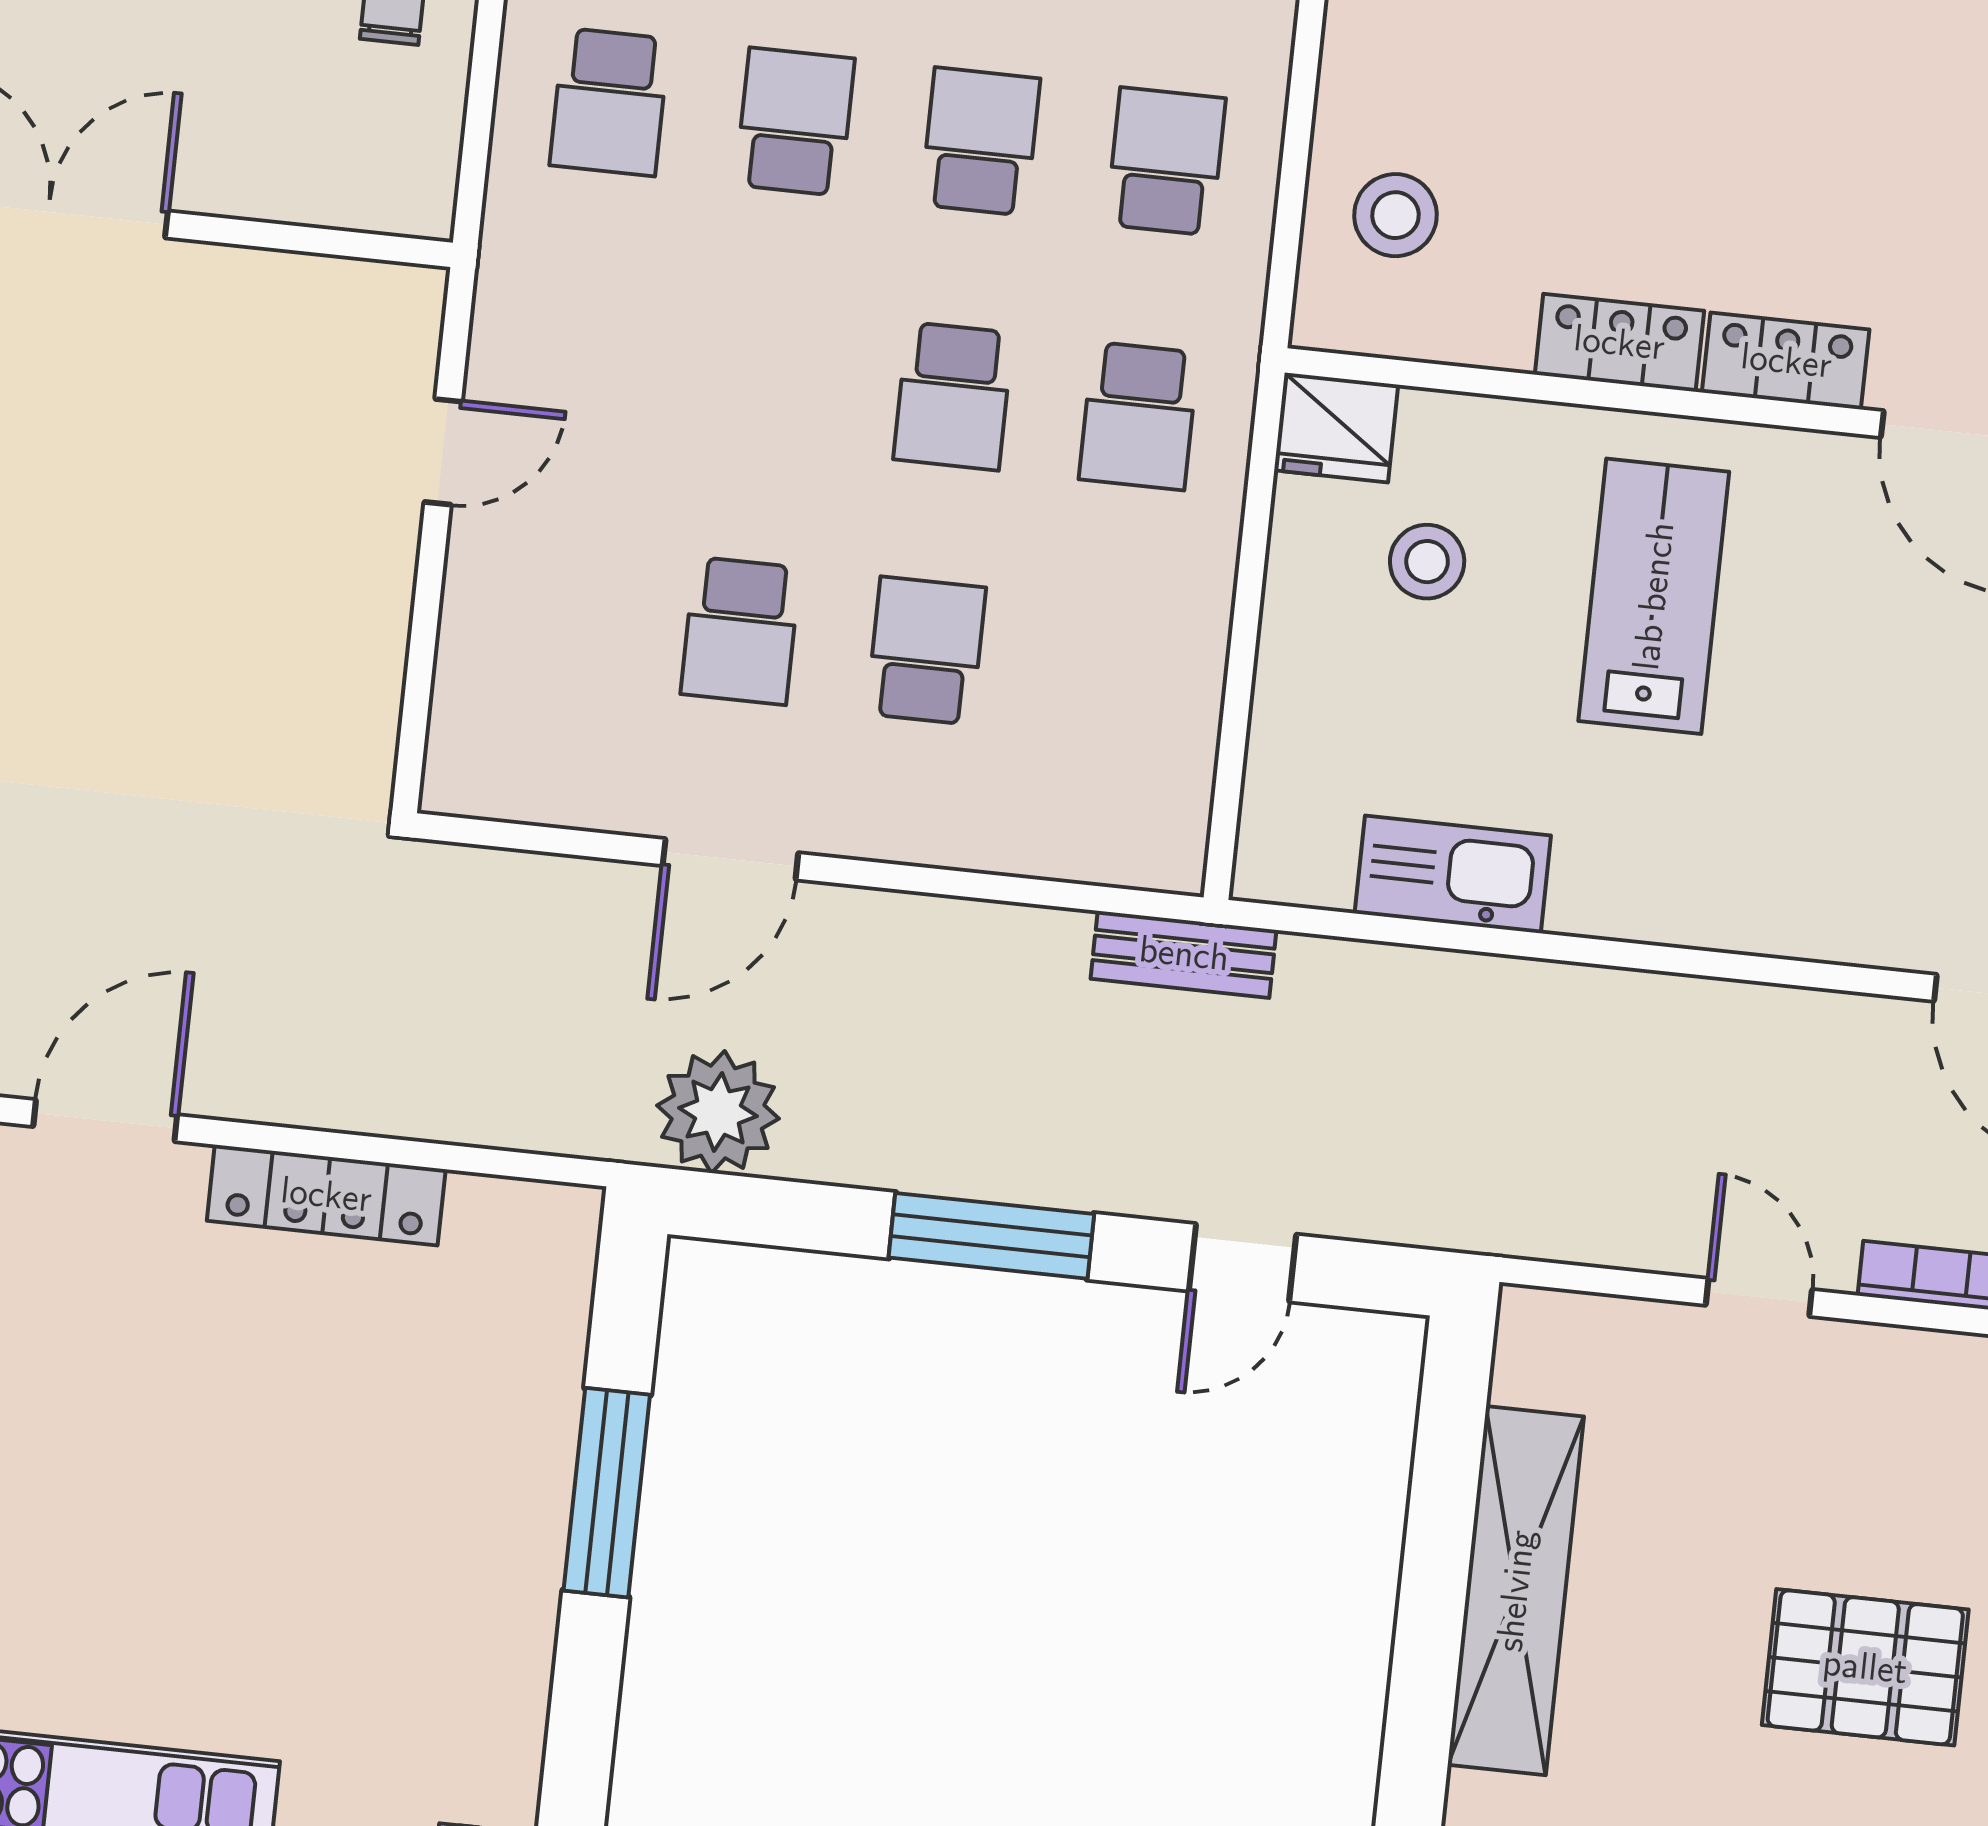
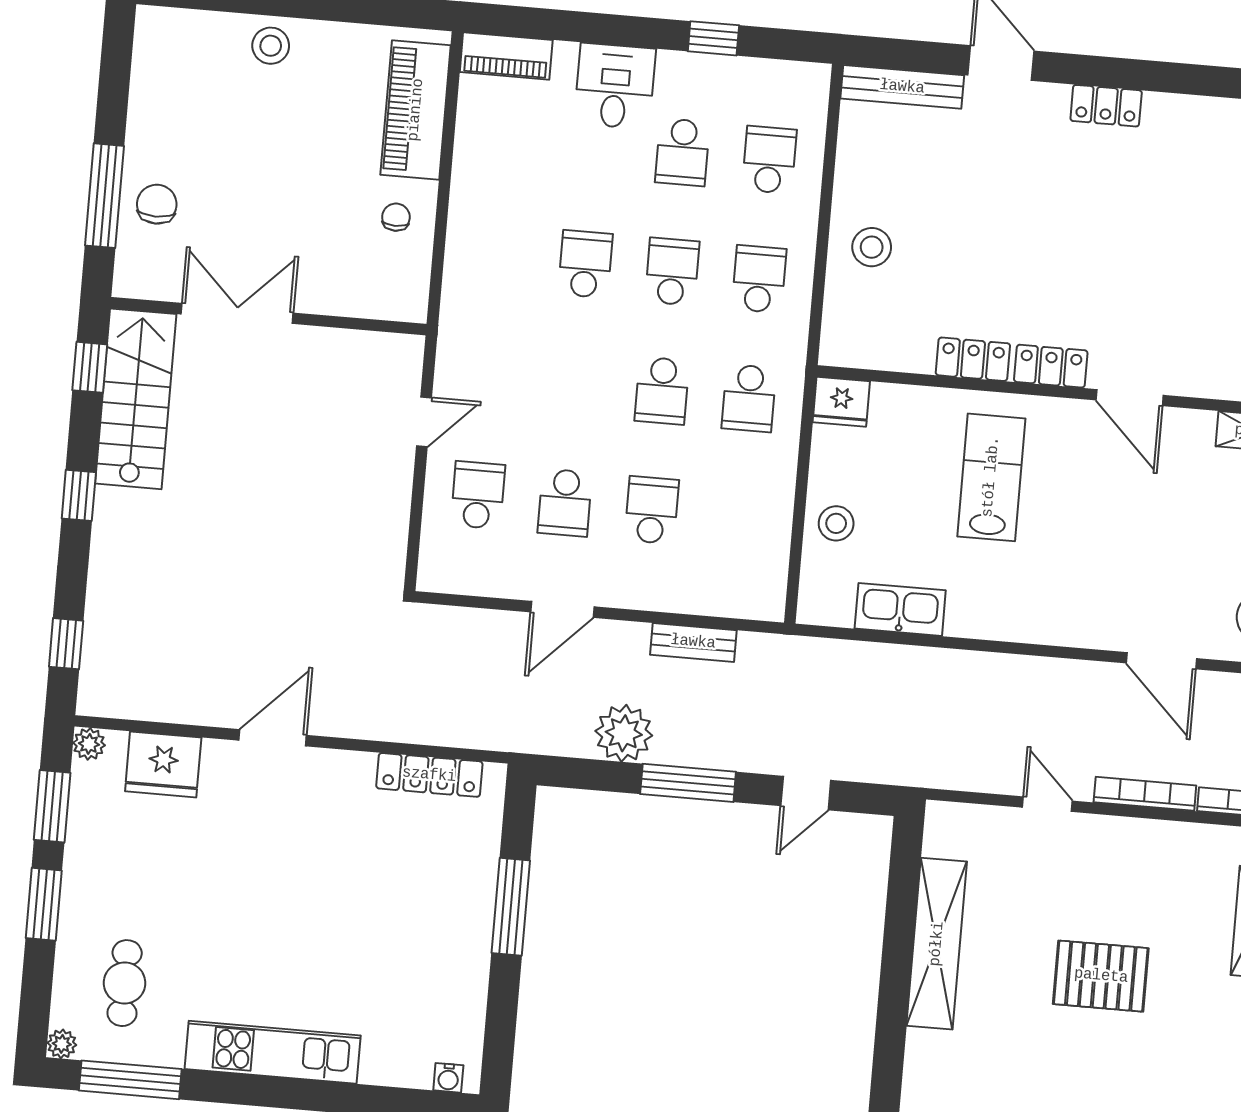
school desk: (609, 102) -> (478, 495), moved, turned 180
stool: (1395, 215) -> (872, 247), moved
stool: (1427, 562) -> (836, 523), moved
bench: (1184, 954) -> (693, 642), moved
plant: (718, 1112) -> (624, 733), moved
locker: (326, 1195) -> (429, 775), moved

